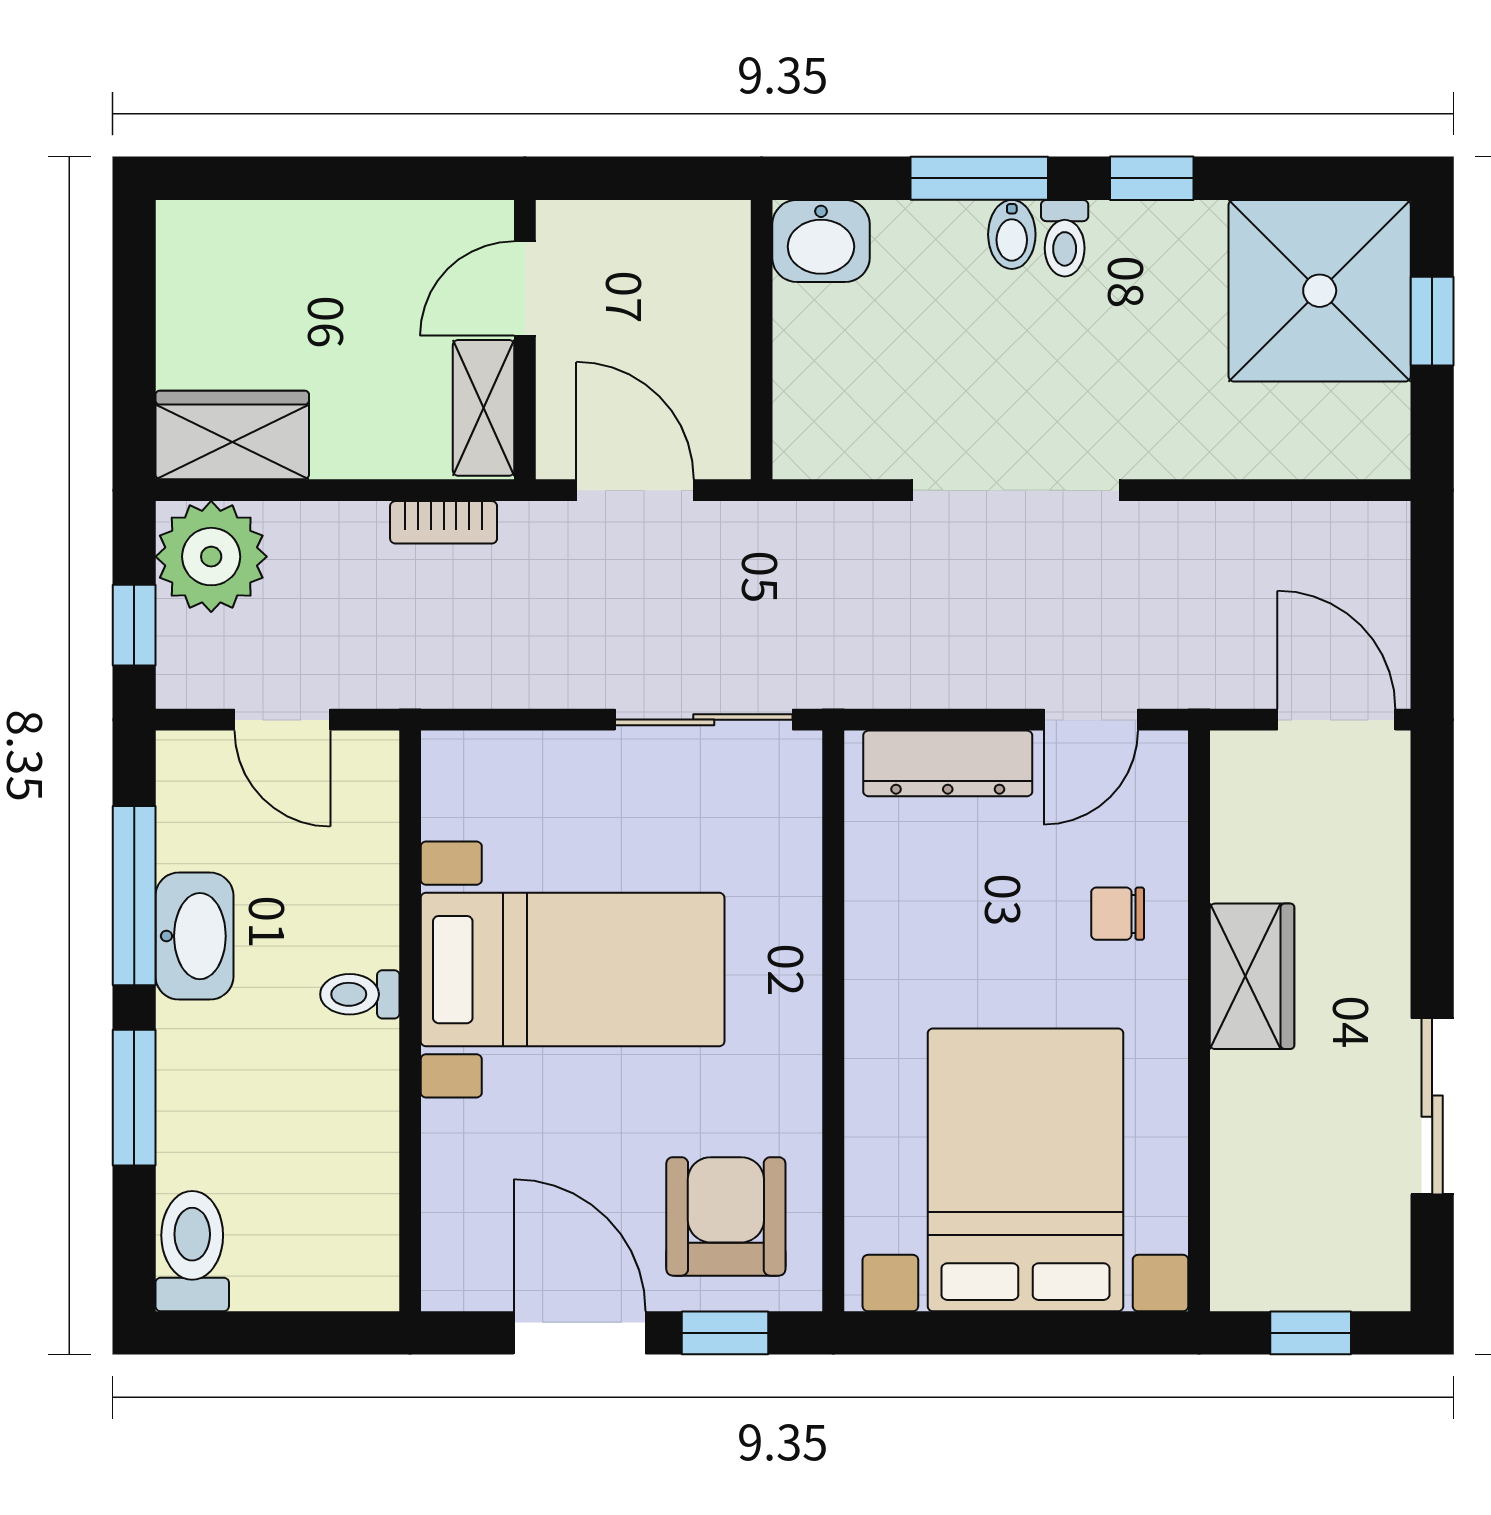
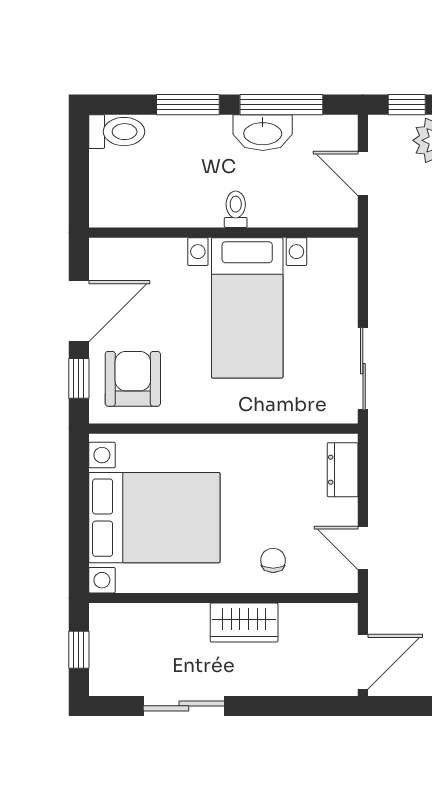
door: (282, 720) -> (363, 173), hinge flipped
dresser: (948, 763) -> (343, 470), width x0.70
armchair: (726, 1216) -> (133, 379), turned -90

